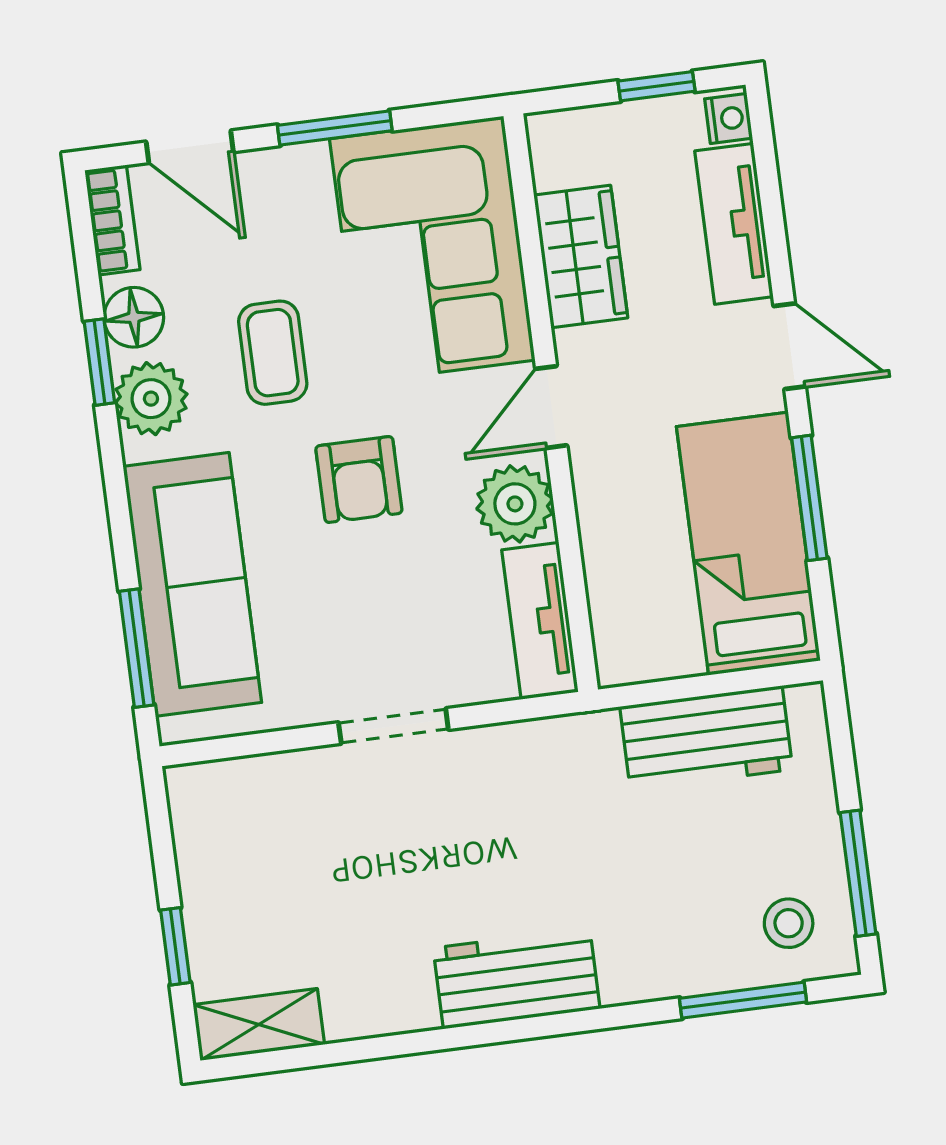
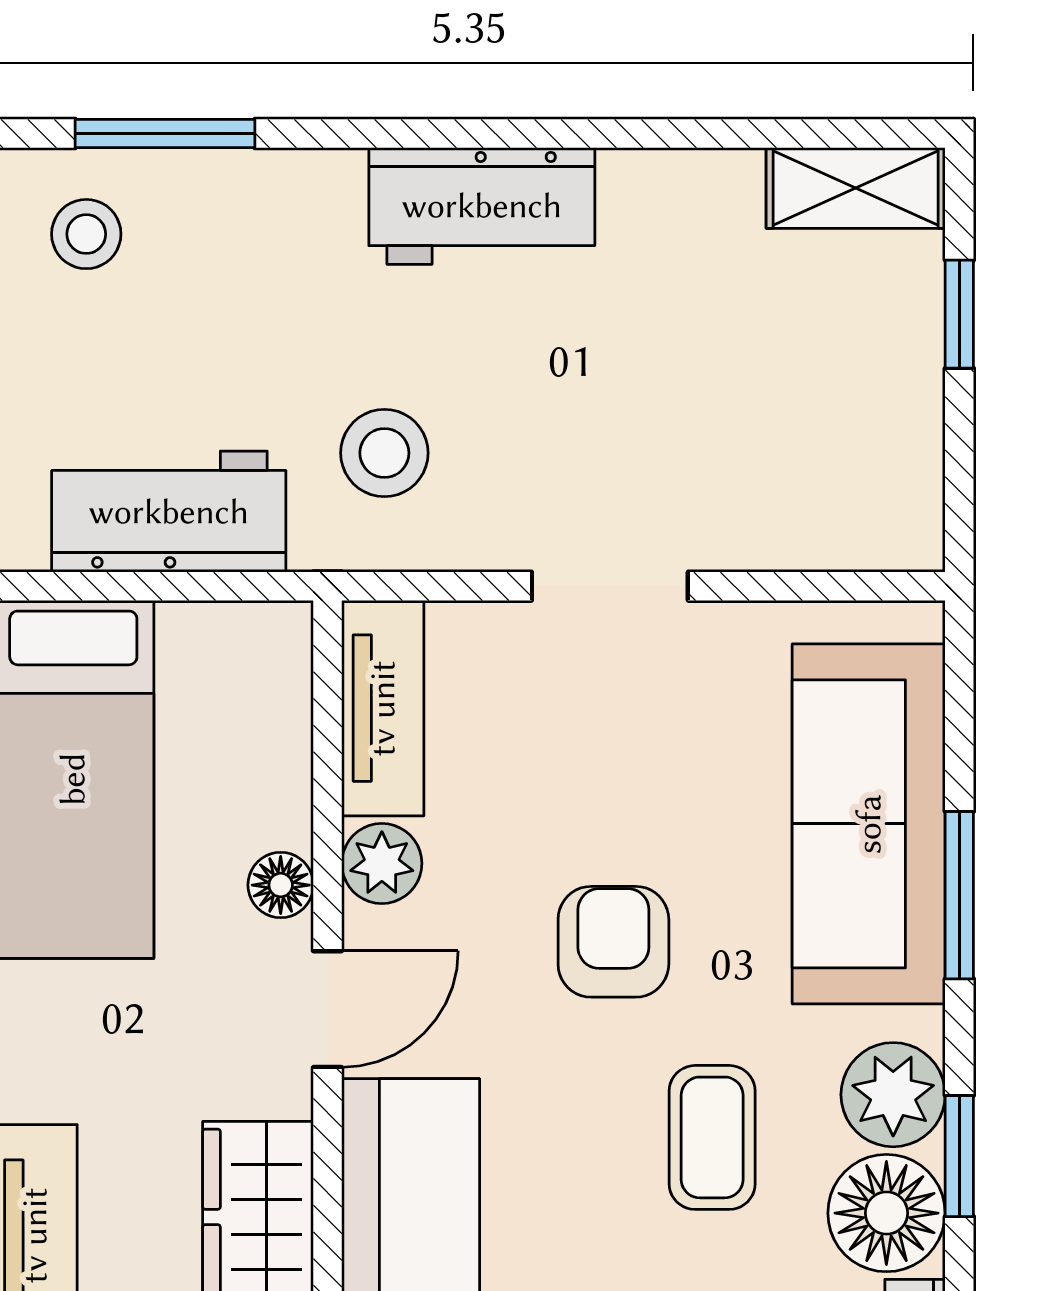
floor lamp: (134, 317) -> (886, 1213), width x1.38, depth x1.38
floor lamp: (595, 489) -> (281, 885), added
plant: (515, 504) -> (382, 863), width x0.73, depth x0.73
window: (137, 648) -> (959, 895), moved
stool: (562, 798) -> (384, 453), added

